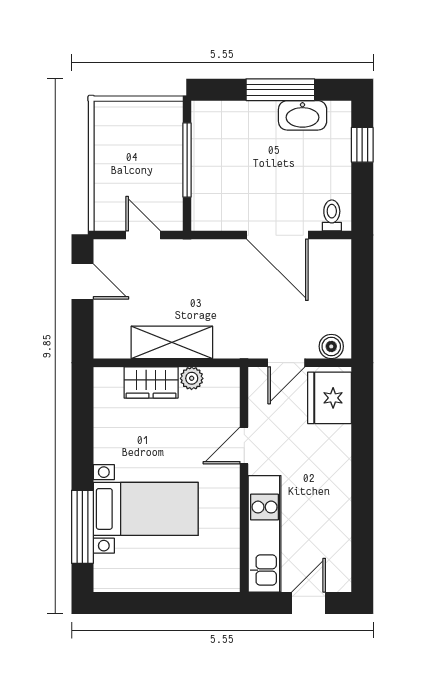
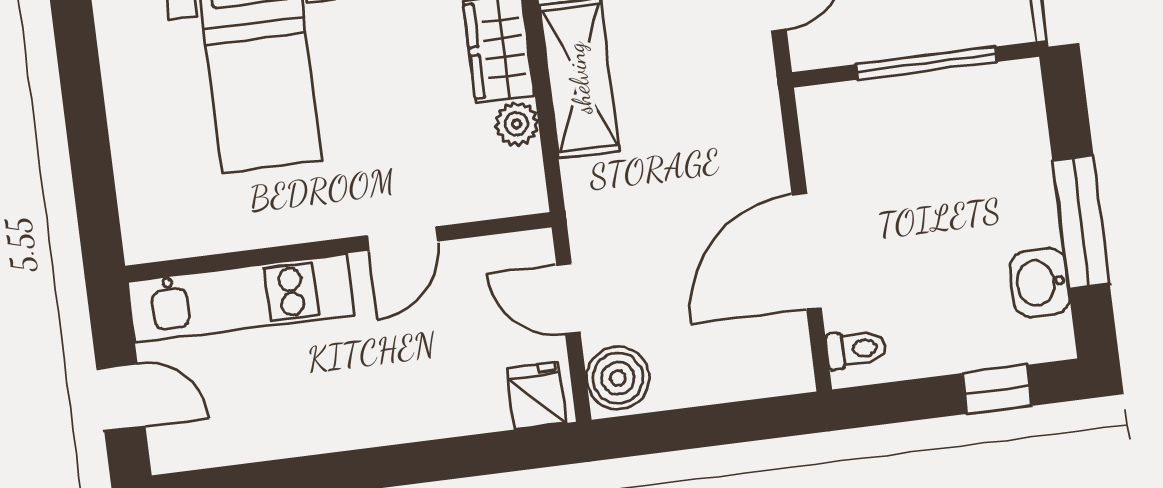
washbasin: (303, 115) -> (1040, 283), width x0.72
boiler: (331, 346) -> (618, 378), width x1.36, depth x1.36
fridge: (330, 398) -> (536, 396), width x0.53, depth x0.75
door: (244, 446) -> (402, 238), swing flipped

